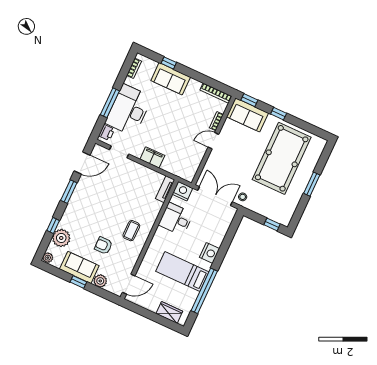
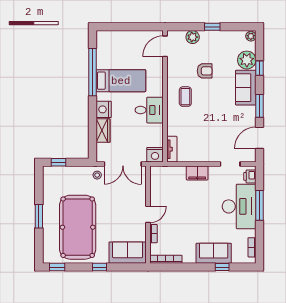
window: (249, 100) -> (57, 267), moved
desk: (176, 219) -> (149, 110), moved
sofa: (79, 267) -> (246, 88), moved, turned 90
wardrobe: (169, 312) -> (103, 131), moved, turned -90

